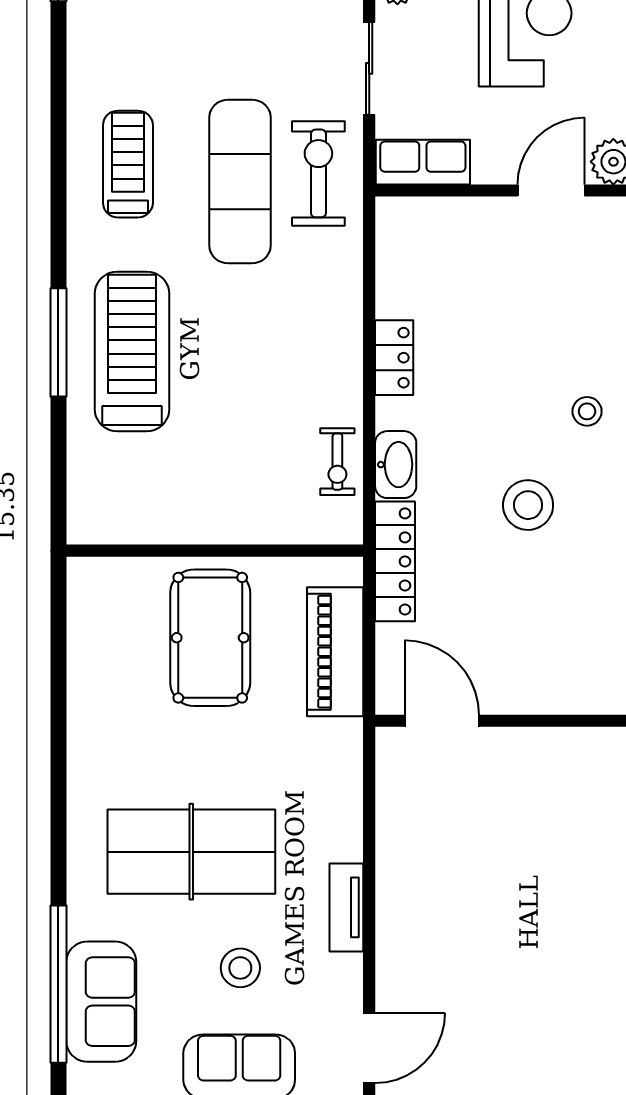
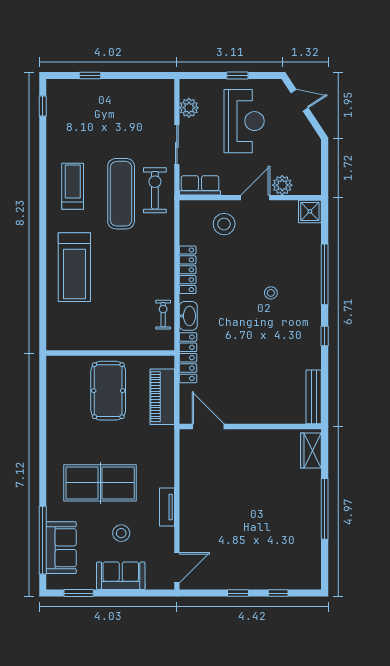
window: (58, 342) -> (43, 263), removed
treadmill: (132, 351) -> (74, 267), turned 180
locker: (394, 358) -> (188, 270), width x1.53
exercise bike: (337, 462) -> (163, 315), turned 180
stool: (528, 505) -> (224, 224), moved

